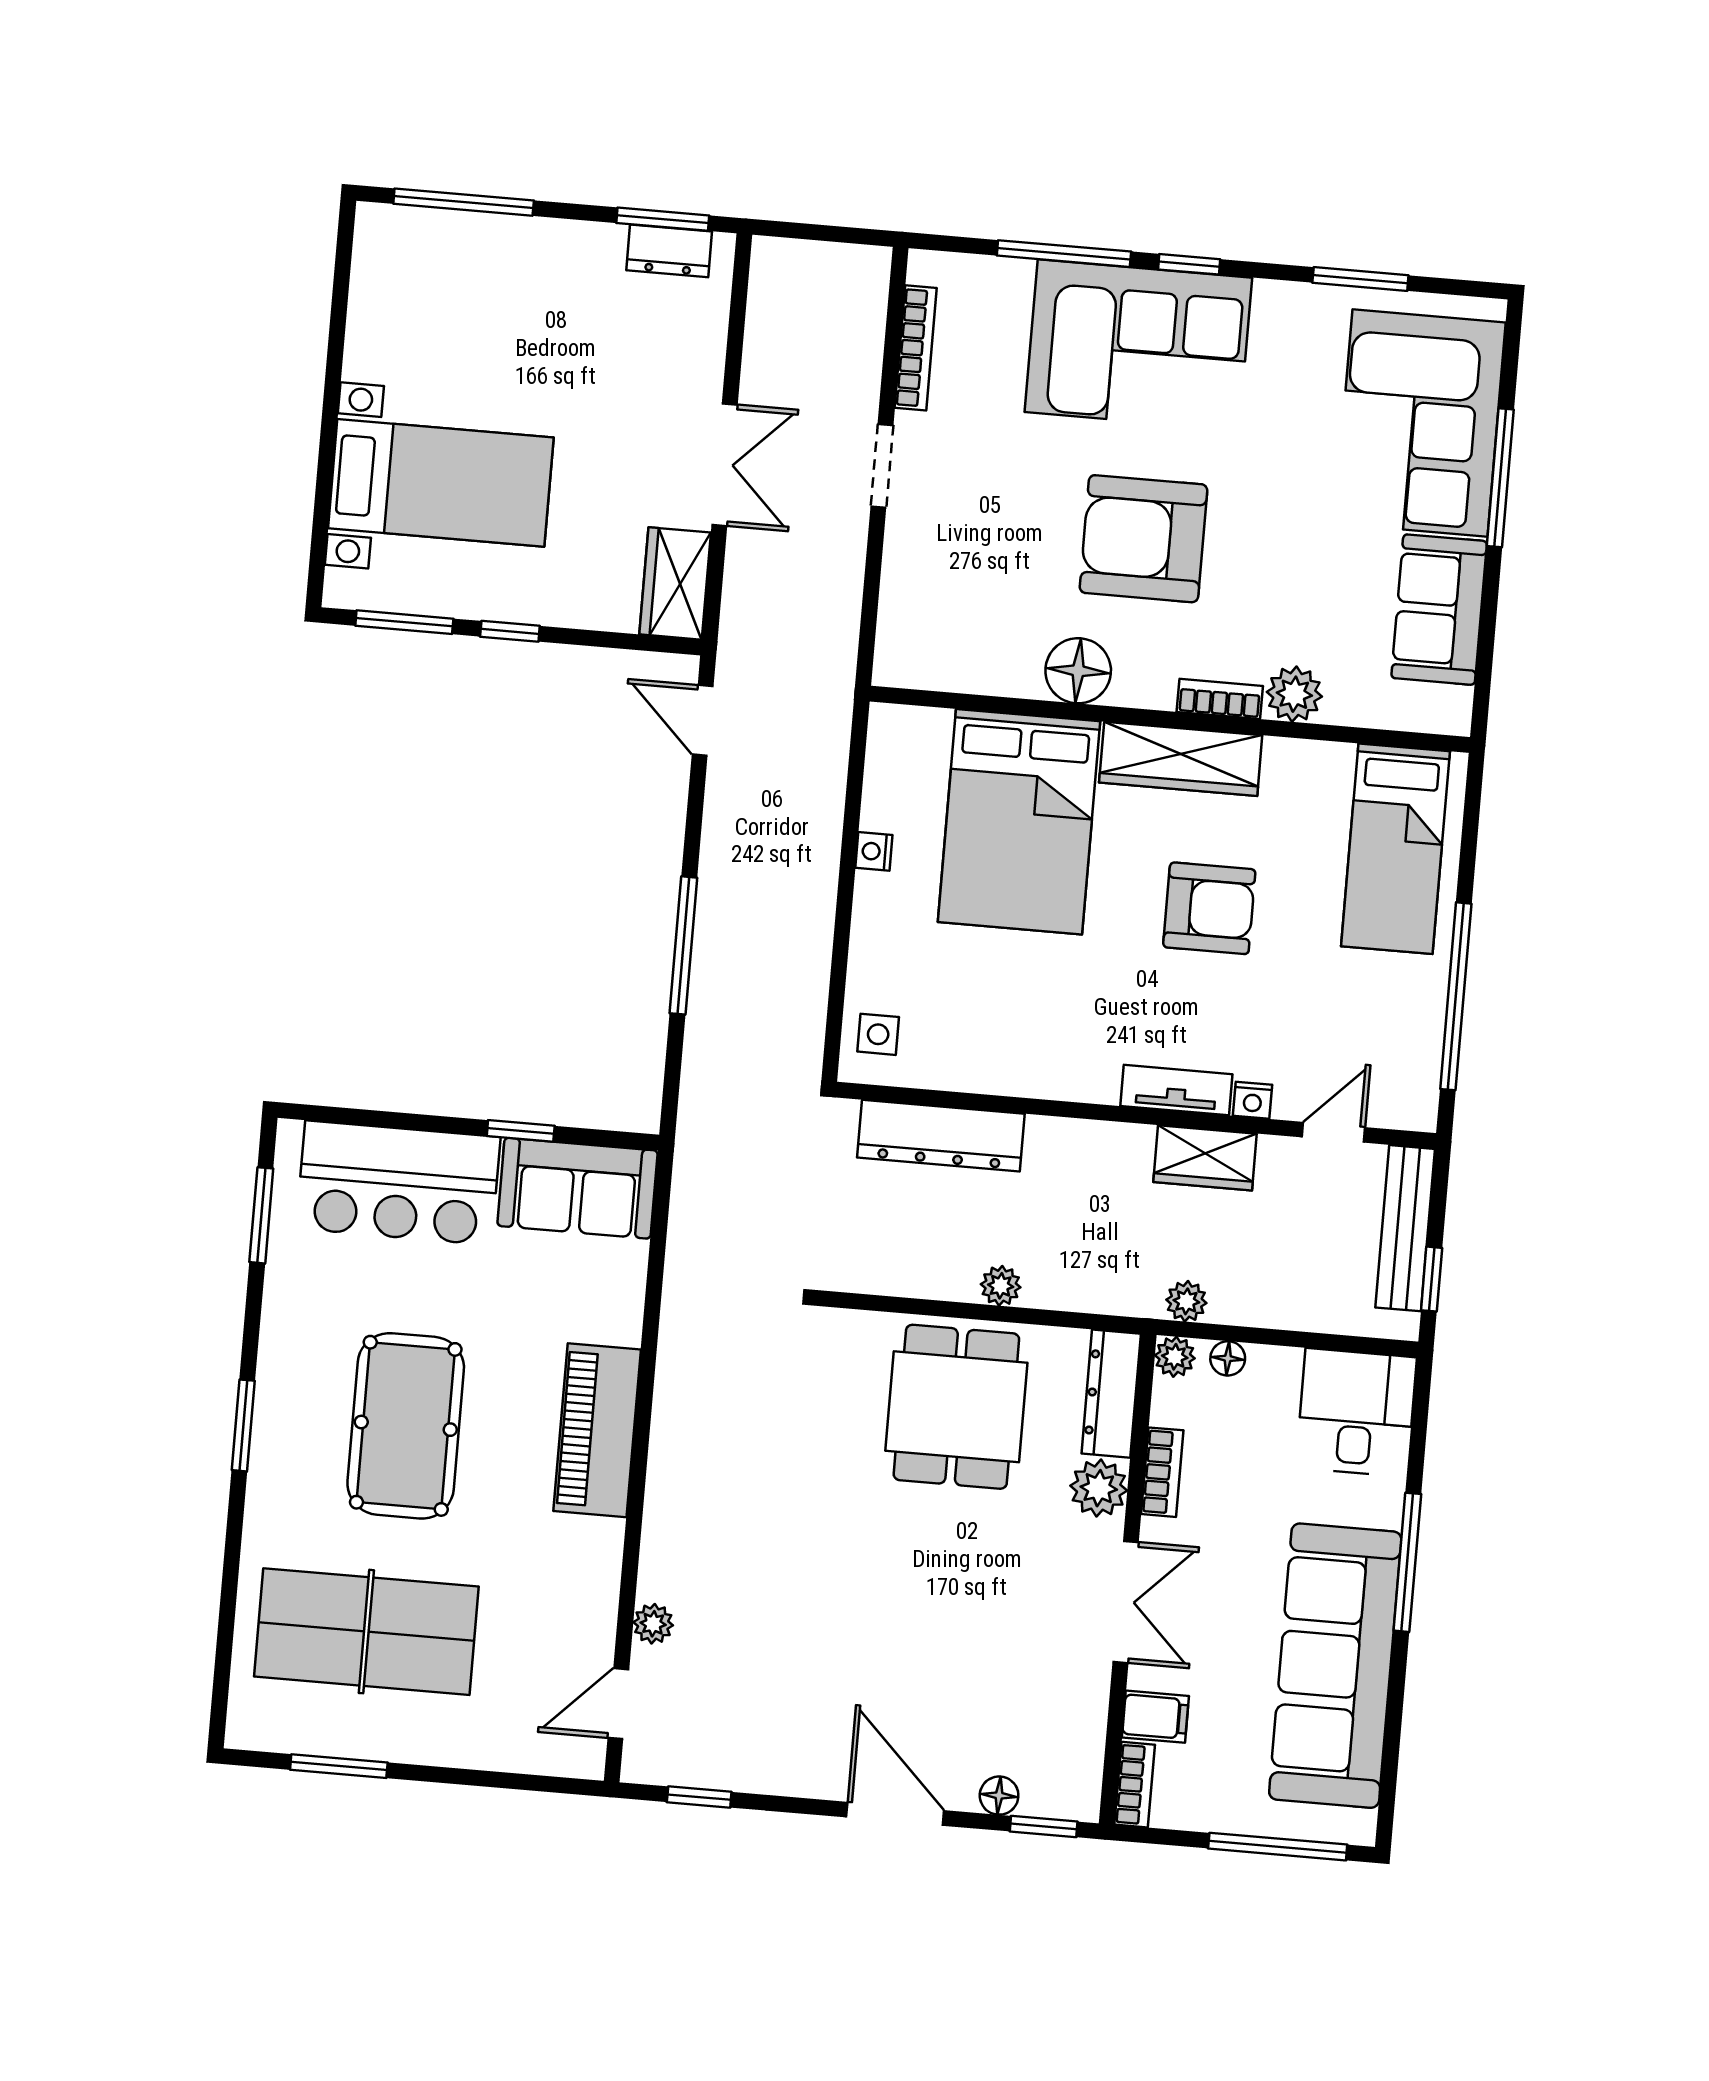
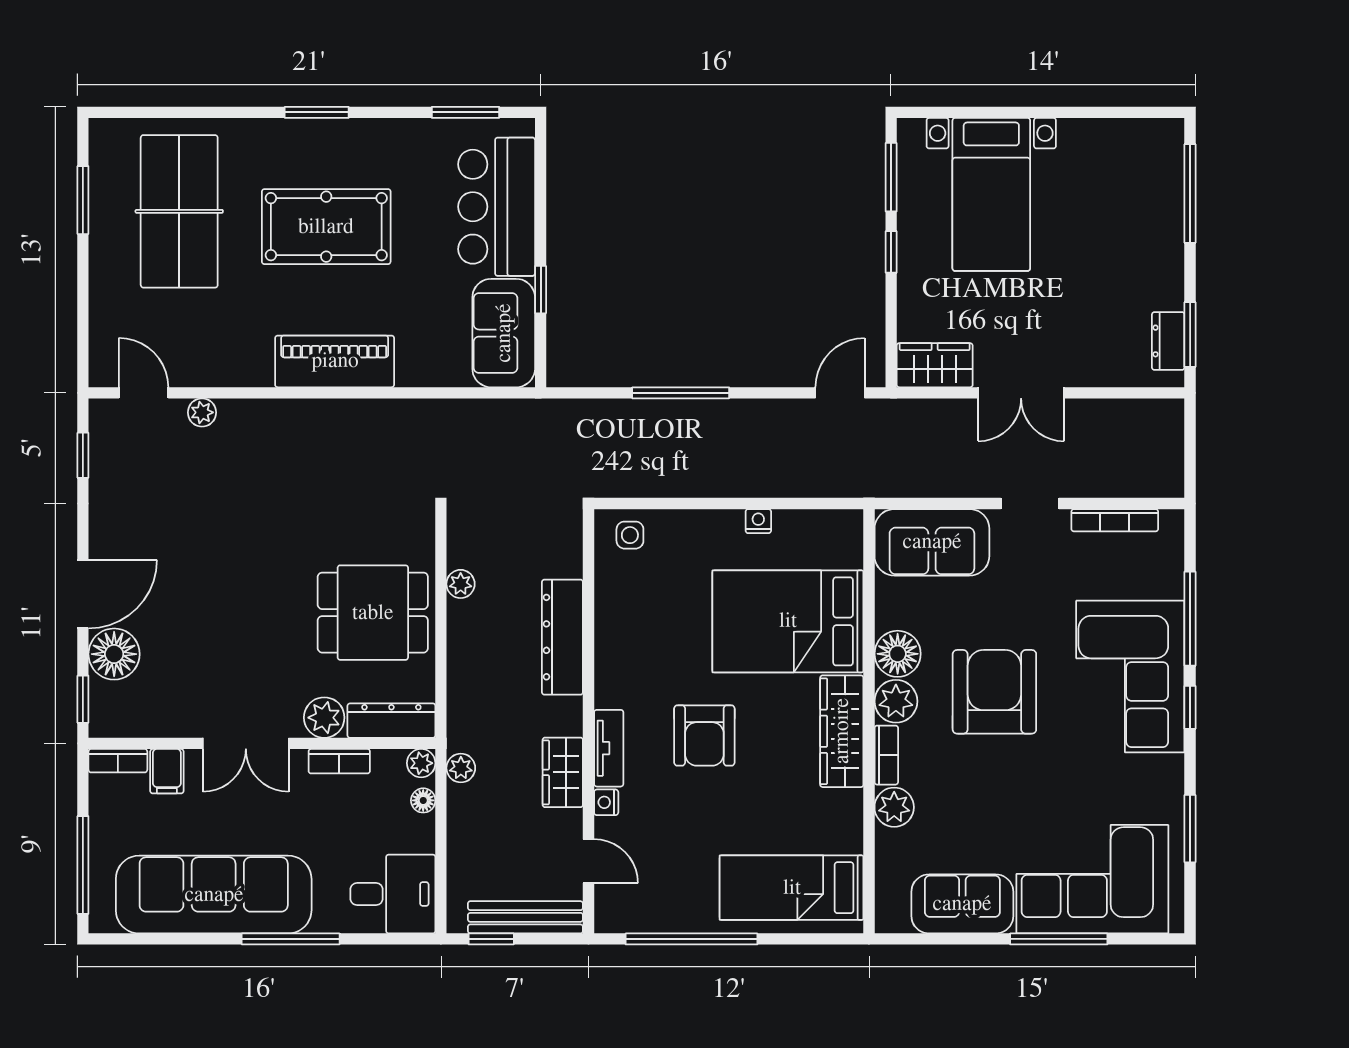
sofa: (925, 609) -> (932, 542), added
plant: (1145, 679) -> (896, 701), added
armchair: (1209, 908) -> (704, 735), moved
dresser: (941, 1136) -> (562, 637), moved
plant: (1001, 1286) -> (461, 584), moved
floor lamp: (999, 1796) -> (114, 654), width x1.89, depth x1.89

